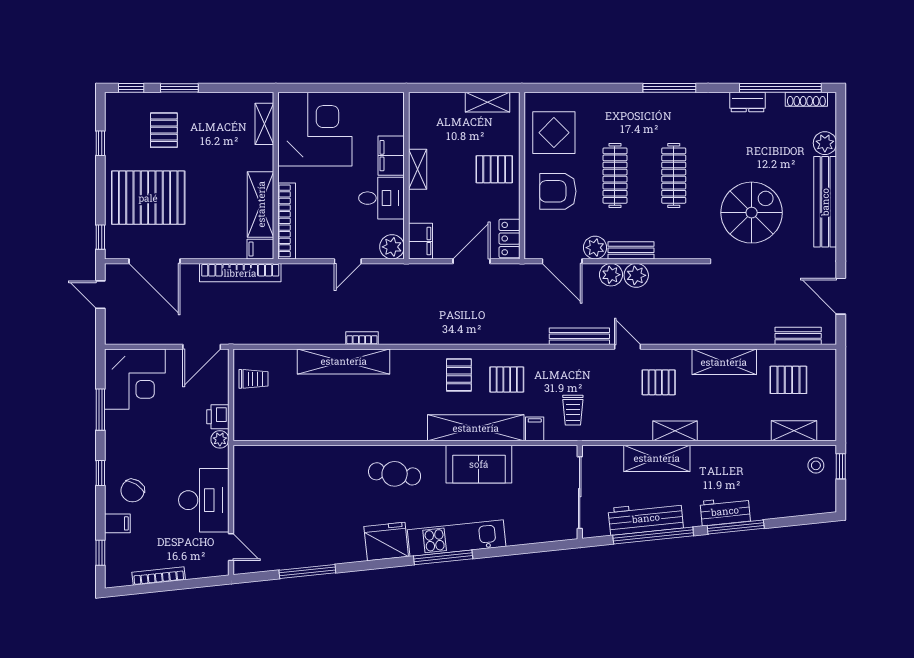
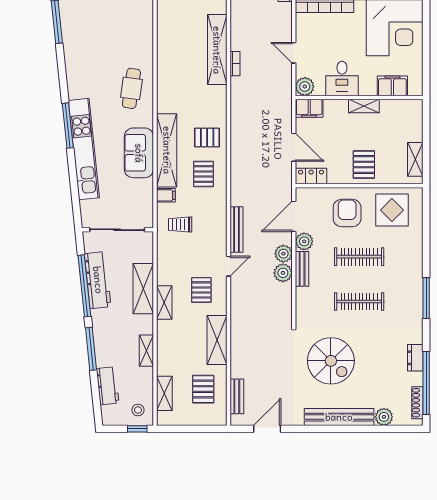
filing cabinet: (391, 156) -> (392, 86), moved
shelving: (738, 454) -> (146, 351), added
workbench: (725, 511) -> (108, 386), moved
kitchen unit: (457, 538) -> (84, 149), width x1.36
fridge: (386, 541) -> (80, 82), removed

